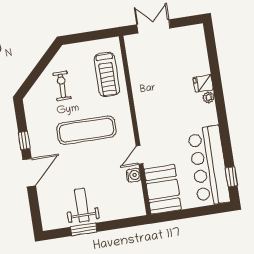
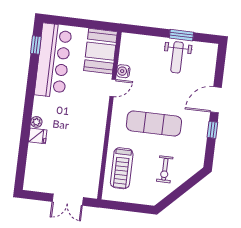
treadmill: (107, 74) -> (122, 168), turned 180

